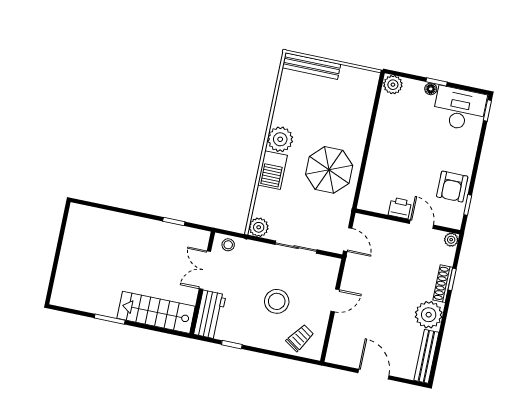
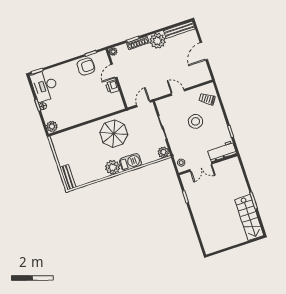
bench: (311, 66) -> (68, 177), width x0.73
stairs: (156, 312) -> (249, 218), moved

